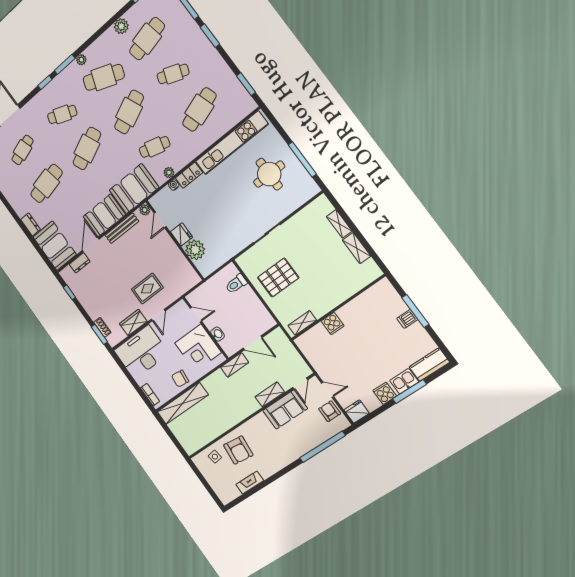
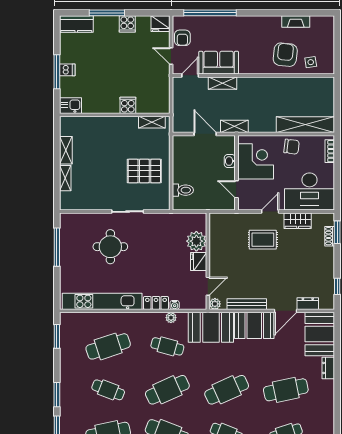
round table: (269, 174) -> (110, 247), moved
kitchen sink: (404, 381) -> (70, 106), moved, turned 180

